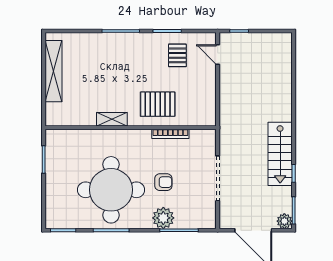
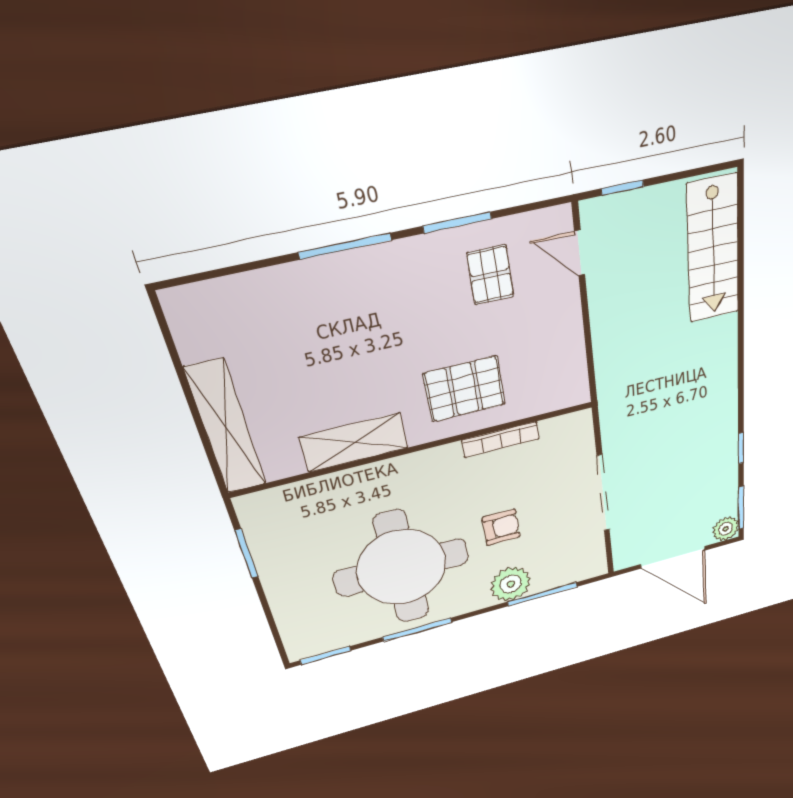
shelving: (54, 71) -> (226, 427), moved
shelving: (112, 119) -> (354, 442), width x1.50, depth x1.33
stairs: (280, 154) -> (713, 250), moved

